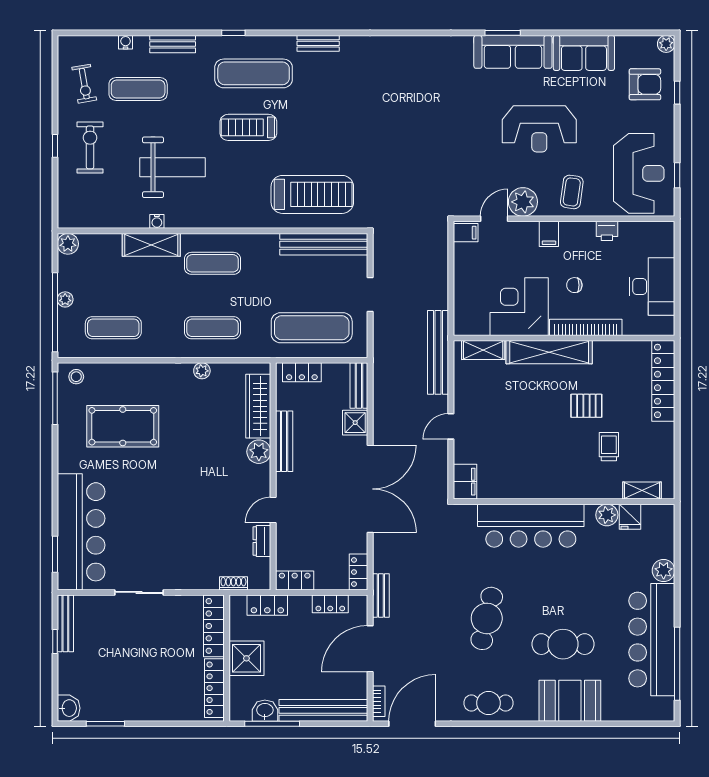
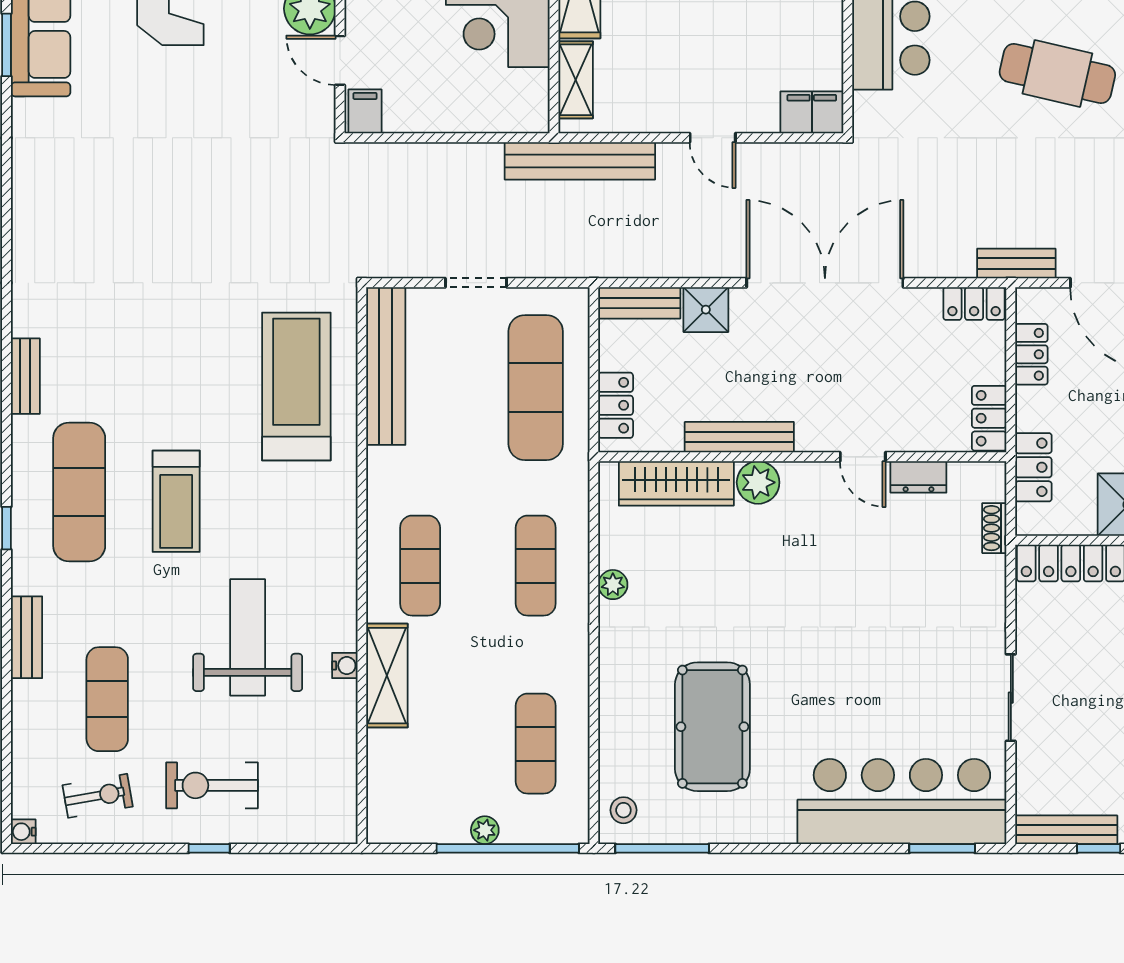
water cooler: (126, 42) -> (23, 832), moved
plant: (68, 244) -> (385, 825), removed

